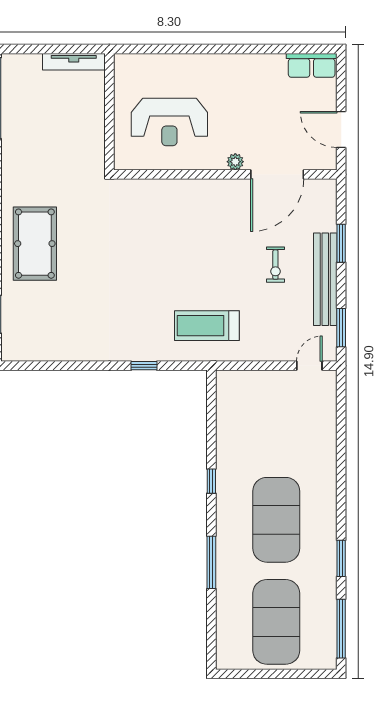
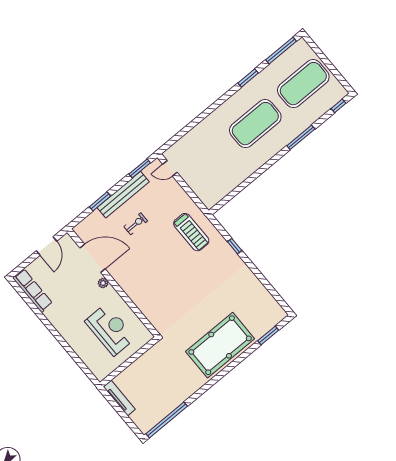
row of seats: (312, 65) -> (33, 291), width x1.48
pool table: (35, 244) -> (220, 345), width x1.36, depth x1.32
window: (211, 481) -> (339, 106), moved

